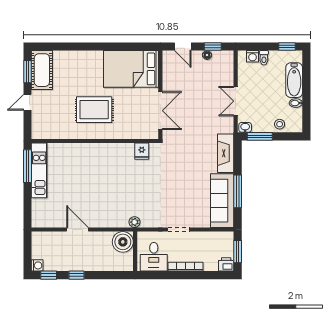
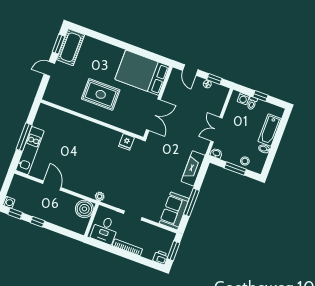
window: (287, 47) -> (260, 96), moved
window: (260, 136) -> (235, 169), moved
window: (28, 166) -> (24, 137), moved
kitchen unit: (39, 170) -> (30, 151), moved
sofa: (222, 201) -> (174, 211), width x0.73

